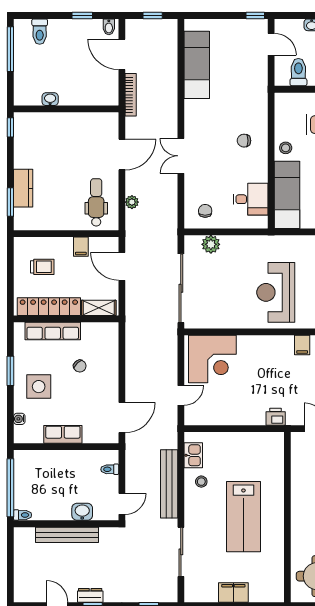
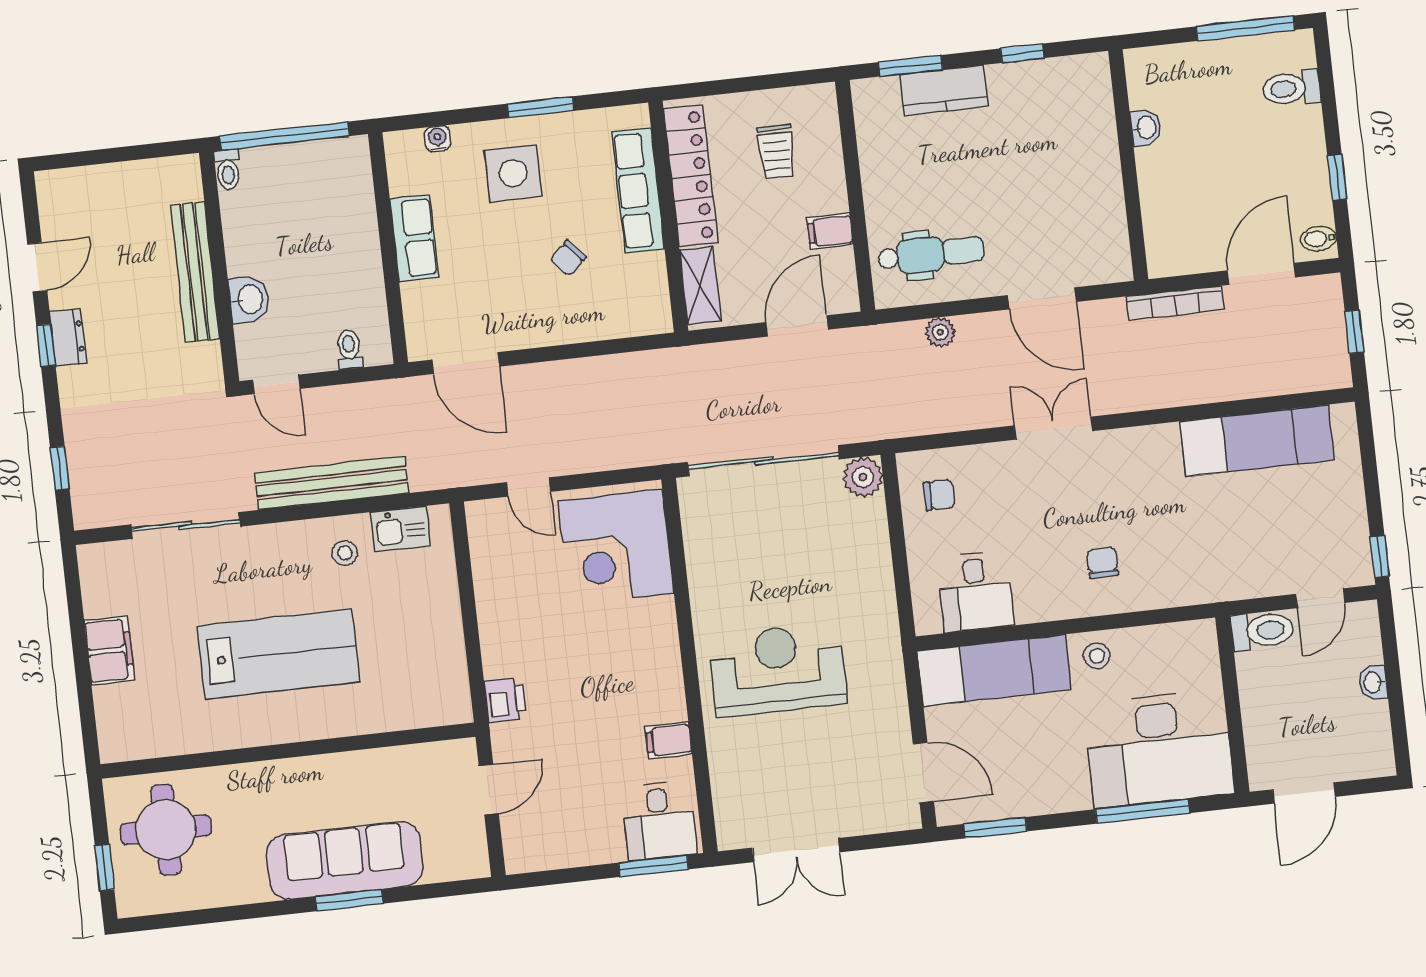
toilet: (298, 72) -> (1262, 631), moved
window: (10, 127) -> (1022, 53), moved
plant: (211, 244) -> (863, 477), moved
lab bench: (243, 517) -> (278, 654), turned 180

